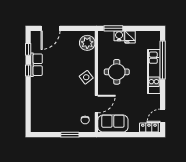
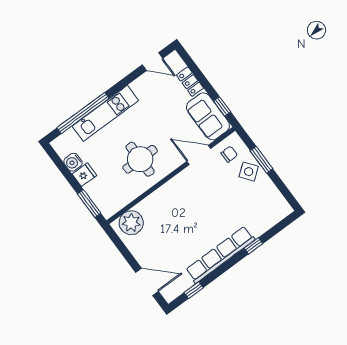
water cooler: (119, 36) -> (73, 162), moved
row of seats: (36, 65) -> (220, 255), width x2.02
window: (28, 70) -> (253, 246), moved
side table: (86, 77) -> (249, 172), moved
locker: (149, 128) -> (190, 82), moved
window: (113, 135) -> (222, 106), added

